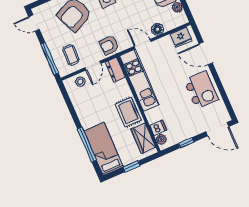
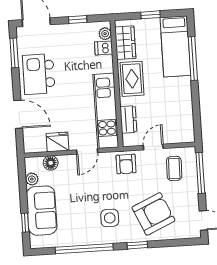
floor lamp: (157, 29) -> (51, 163), moved
fridge: (181, 37) -> (57, 142), moved
door: (143, 44) -> (87, 151), hinge flipped
armchair: (109, 45) -> (126, 164), turned 93
dresser: (115, 70) -> (128, 119), moved
stool: (80, 82) -> (174, 134), removed
window: (226, 99) -> (14, 53), added

